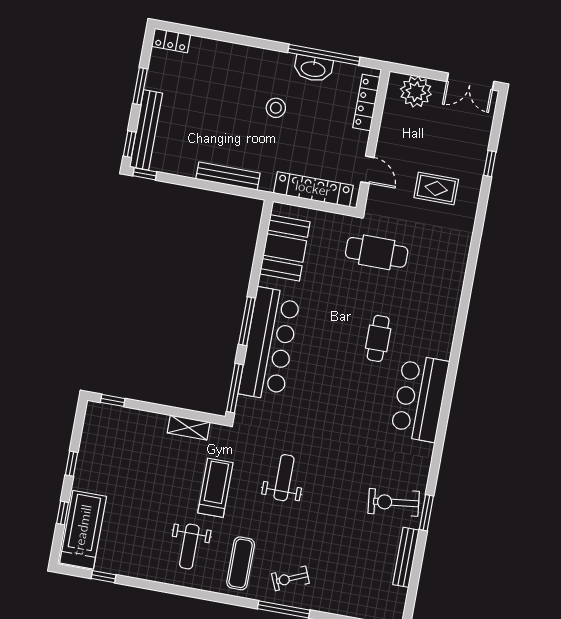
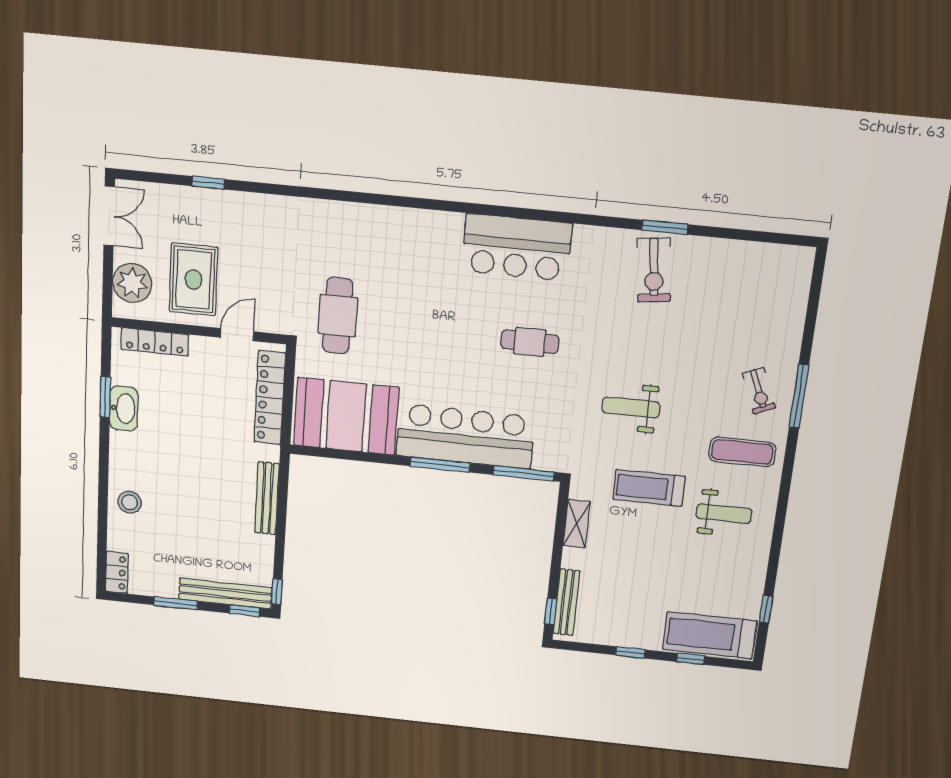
window: (324, 55) -> (105, 397), width x0.47
stool: (276, 108) -> (130, 502), moved
rug: (436, 188) -> (193, 280), moved, width x1.36, depth x1.43
booth: (285, 248) -> (346, 416), width x1.36, depth x1.42
cafe table: (378, 338) -> (530, 342), moved
bench: (406, 557) -> (567, 602), moved, turned 90

